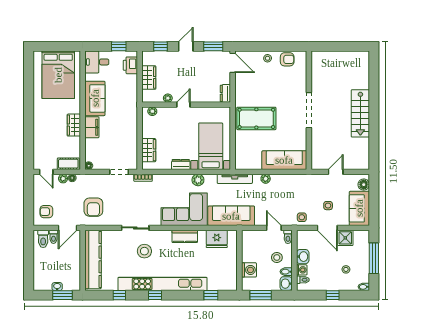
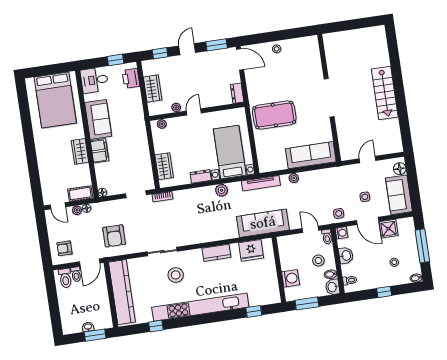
armchair: (287, 59) -> (298, 47), removed
corner sofa: (184, 209) -> (211, 224), removed
washing machine: (302, 270) -> (341, 233), moved
window: (155, 295) -> (194, 320), removed

